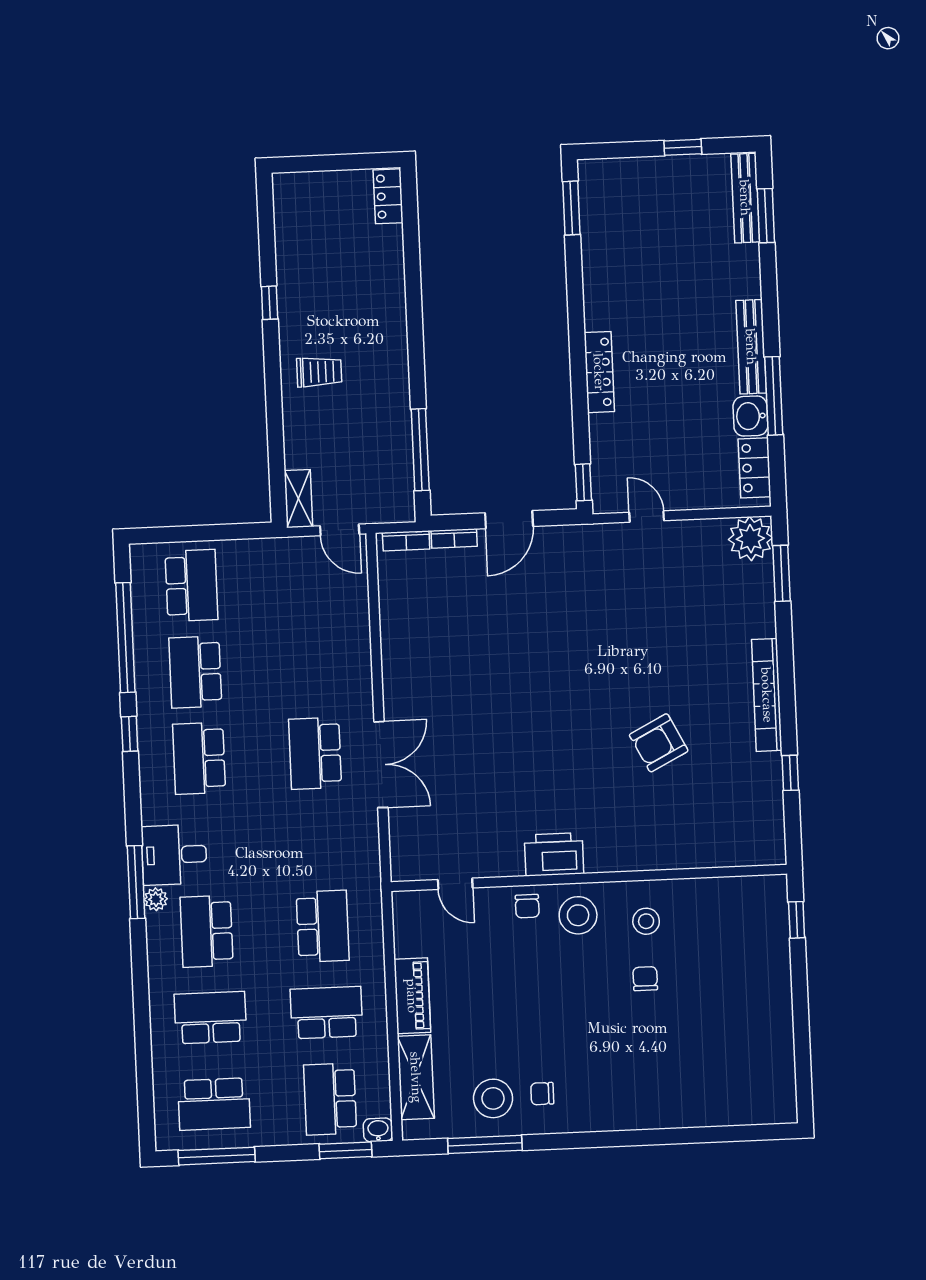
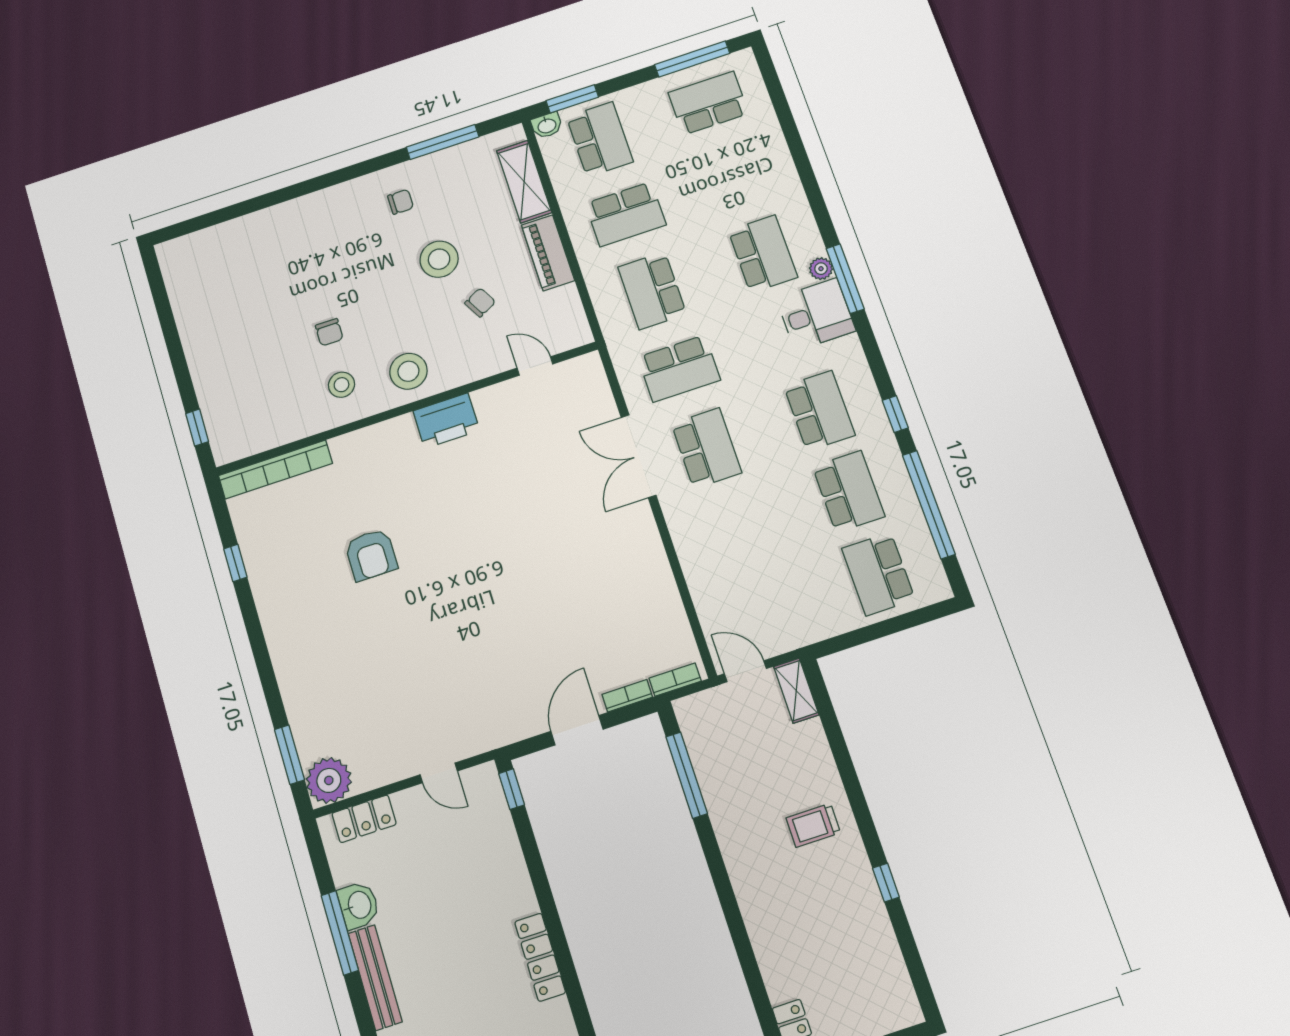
locker: (599, 372) -> (540, 957), moved
locker: (755, 468) -> (364, 819), moved, turned 90
bookcase: (767, 695) -> (275, 469), moved, turned 90
armchair: (659, 743) -> (371, 555), turned 117
chair: (527, 906) -> (480, 302), moved, turned 62
school desk: (210, 1018) -> (679, 369), moved
stool: (493, 1098) -> (439, 259), moved

